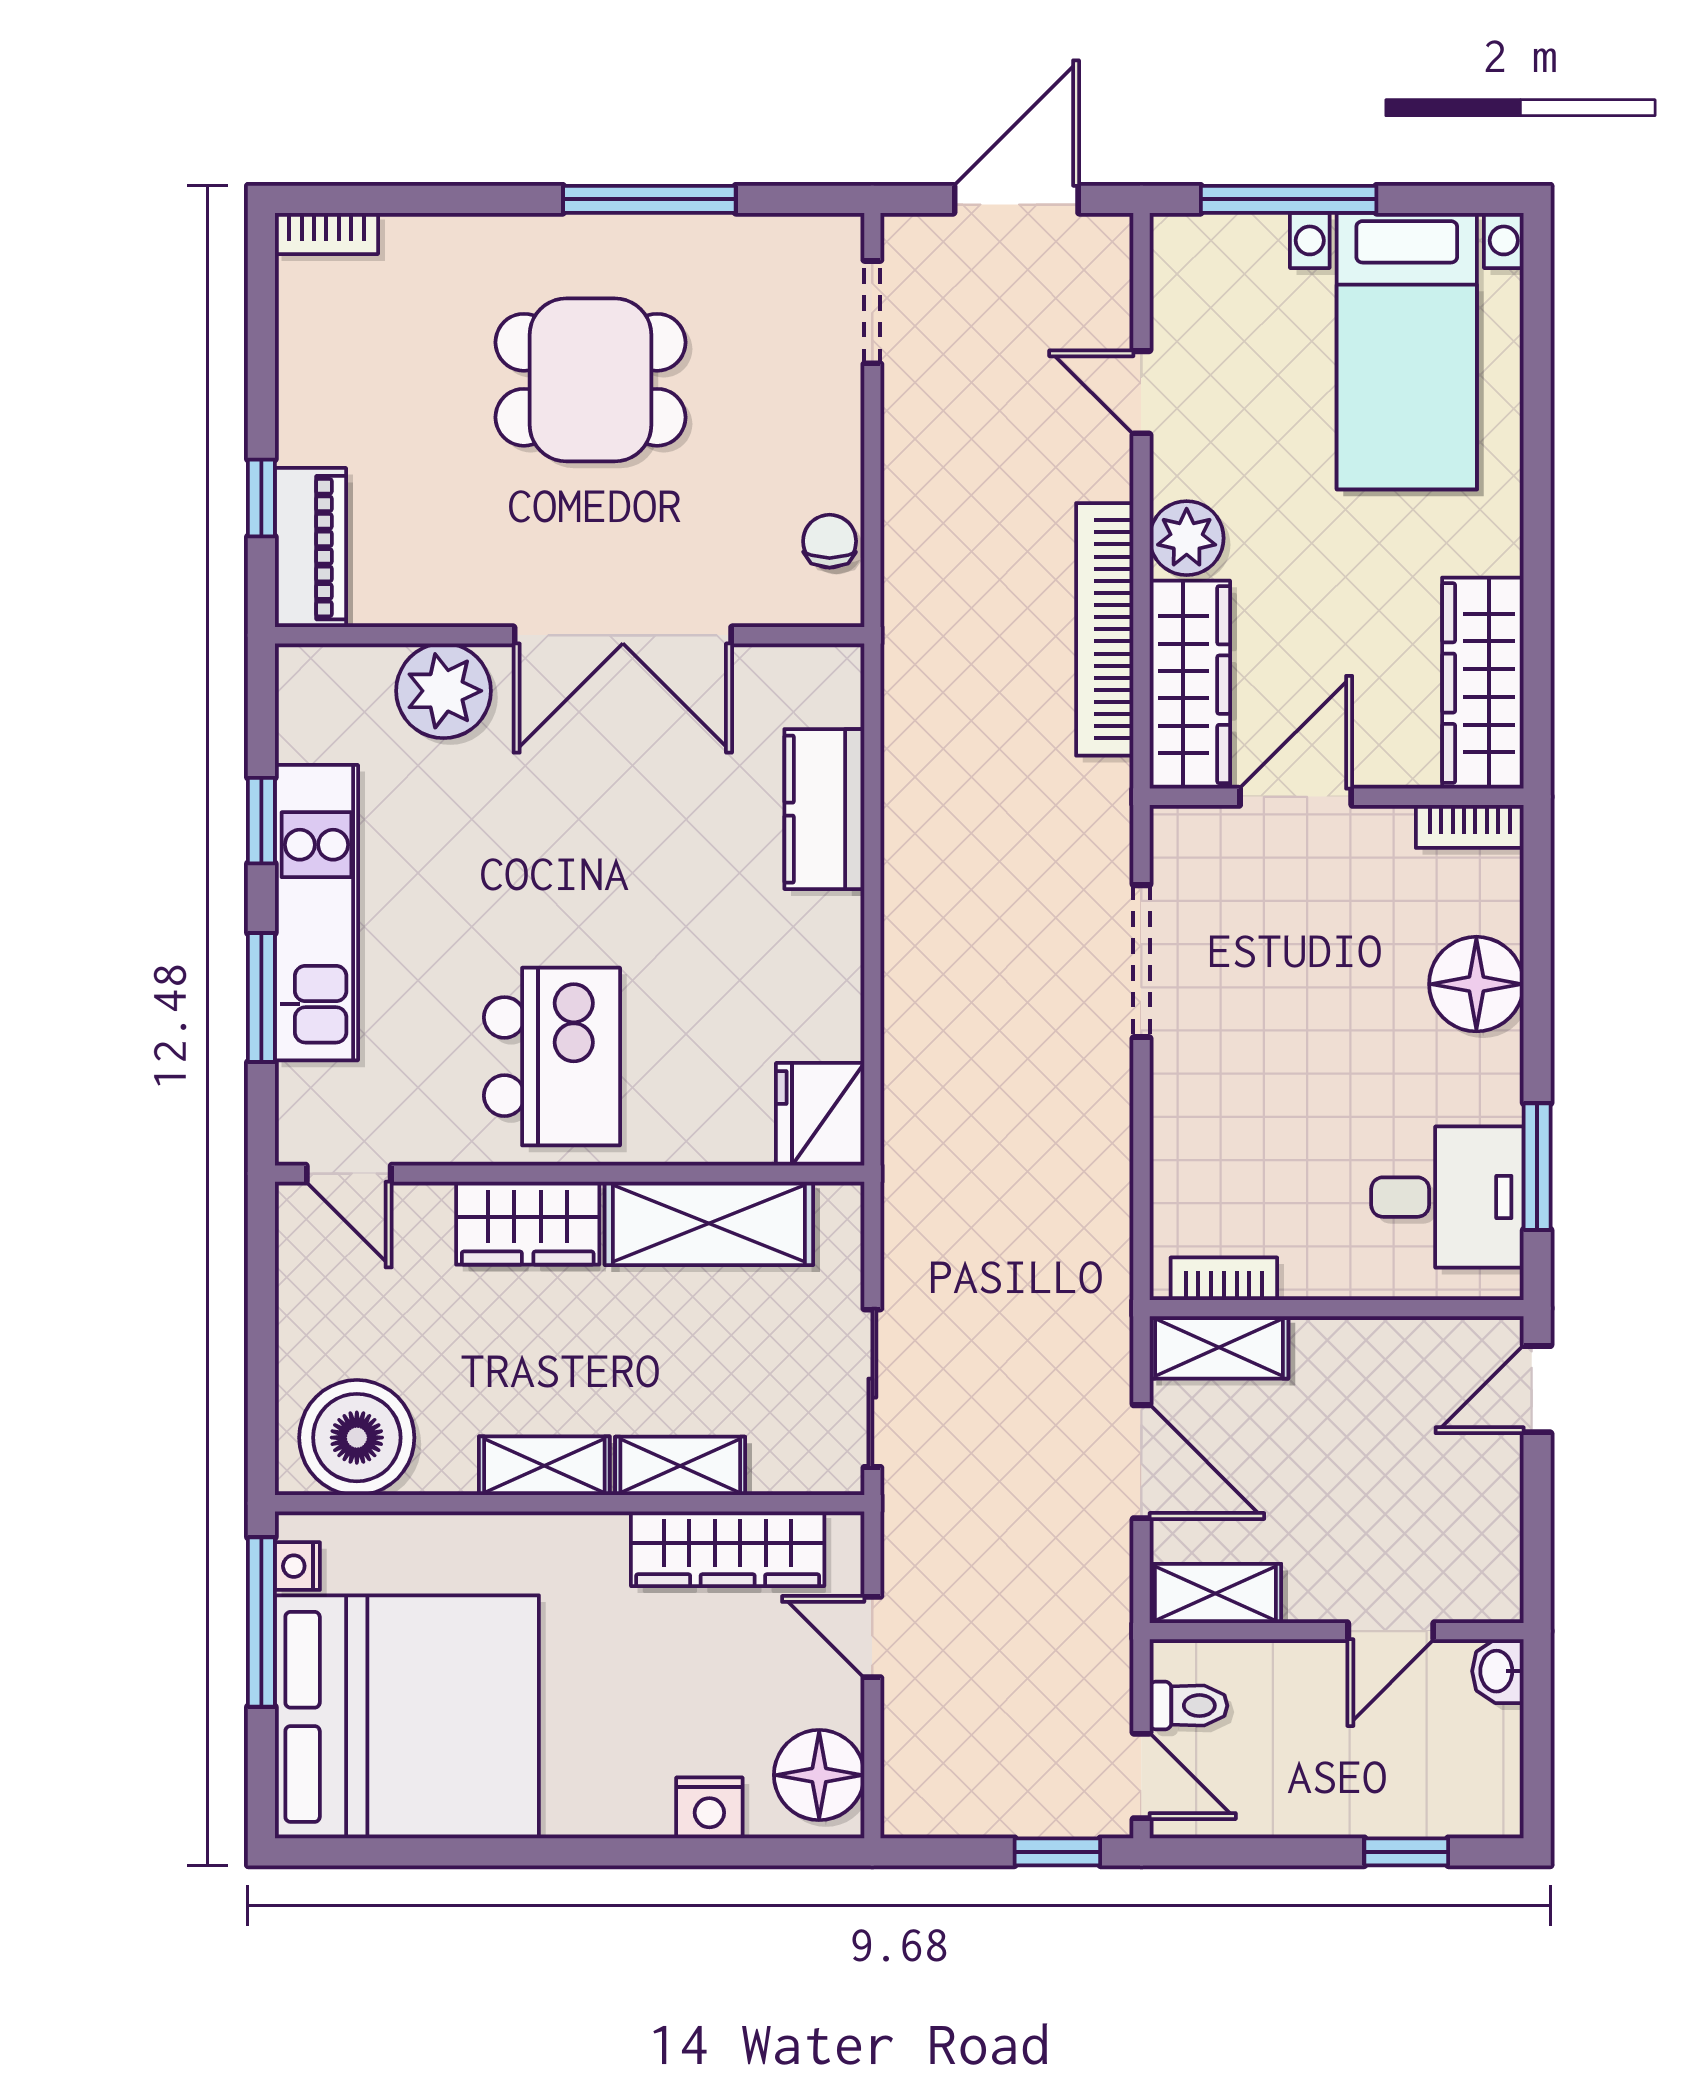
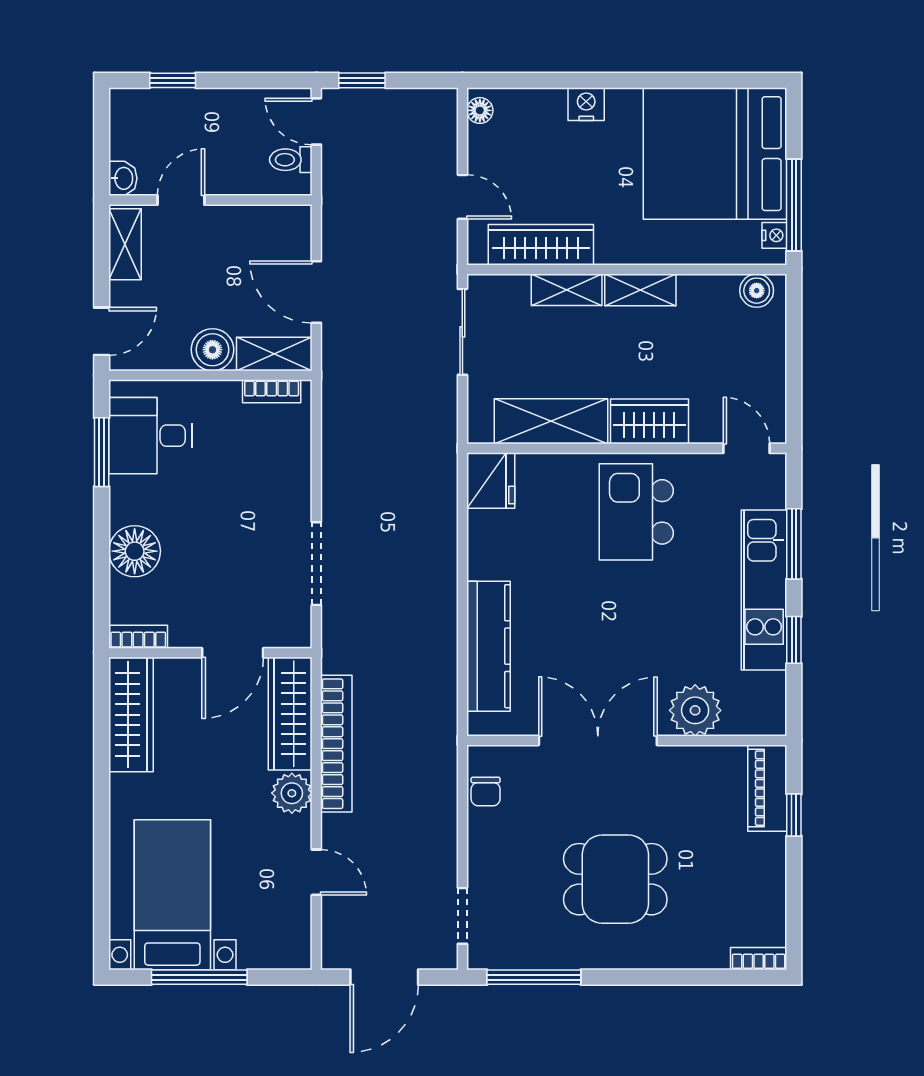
window: (649, 199) -> (534, 977), moved
window: (1289, 199) -> (199, 977), moved
kitchen counter: (824, 809) -> (488, 646), width x1.50
boiler: (1333, 1355) -> (212, 350), added
boiler: (357, 1438) -> (757, 291), width x0.54, depth x0.54
shelving: (1215, 1593) -> (125, 244), moved, turned 90
floor lamp: (819, 1775) -> (480, 110), width x0.53, depth x0.53
nightstand: (709, 1808) -> (586, 104), moved

